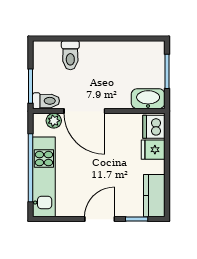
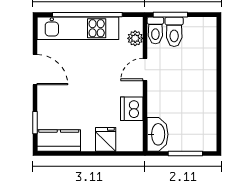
toilet: (70, 55) -> (174, 32), moved, turned -90
door: (84, 111) -> (145, 69), width x0.53
dishwasher: (154, 127) -> (132, 109), moved, turned -90
door: (100, 219) -> (35, 70), moved

